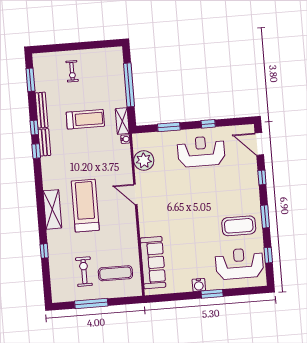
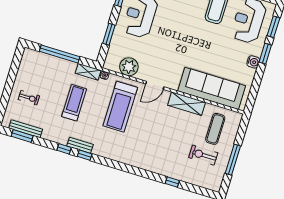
bench: (42, 110) -> (26, 129), moved
treadmill: (85, 206) -> (120, 107), moved, turned -90
shelving: (52, 209) -> (187, 104), moved
sofa: (153, 263) -> (212, 88), width x1.36, depth x1.27
window: (243, 291) -> (273, 27), added

